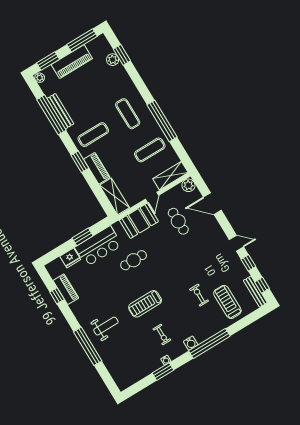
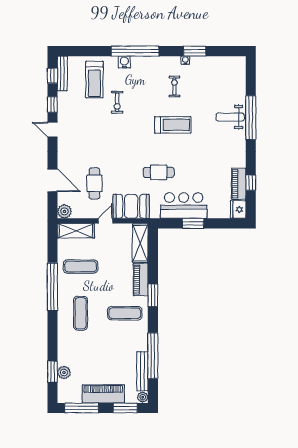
bench: (60, 111) -> (142, 371), moved
fridge: (70, 258) -> (238, 209), moved, turned -90
weight bench: (106, 326) -> (230, 117), moved
water cooler: (191, 343) -> (124, 62), moved

